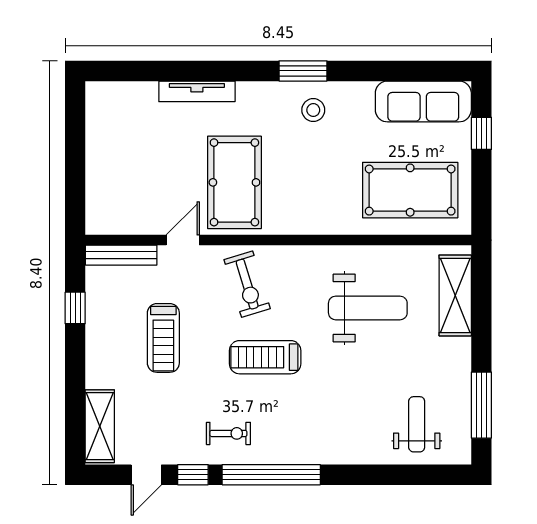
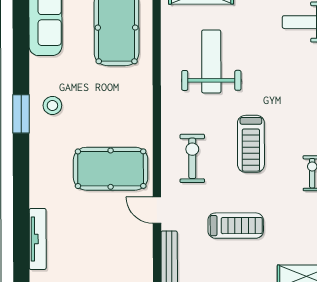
tv unit: (197, 91) -> (38, 239), moved
exercise bike: (247, 284) -> (192, 158), turned -73

